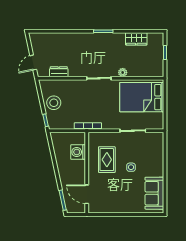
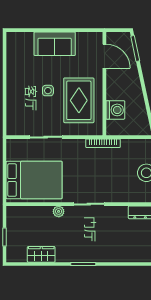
rug: (107, 160) -> (79, 100), width x1.36, depth x1.43
sofa: (154, 193) -> (55, 44), moved, turned 90

